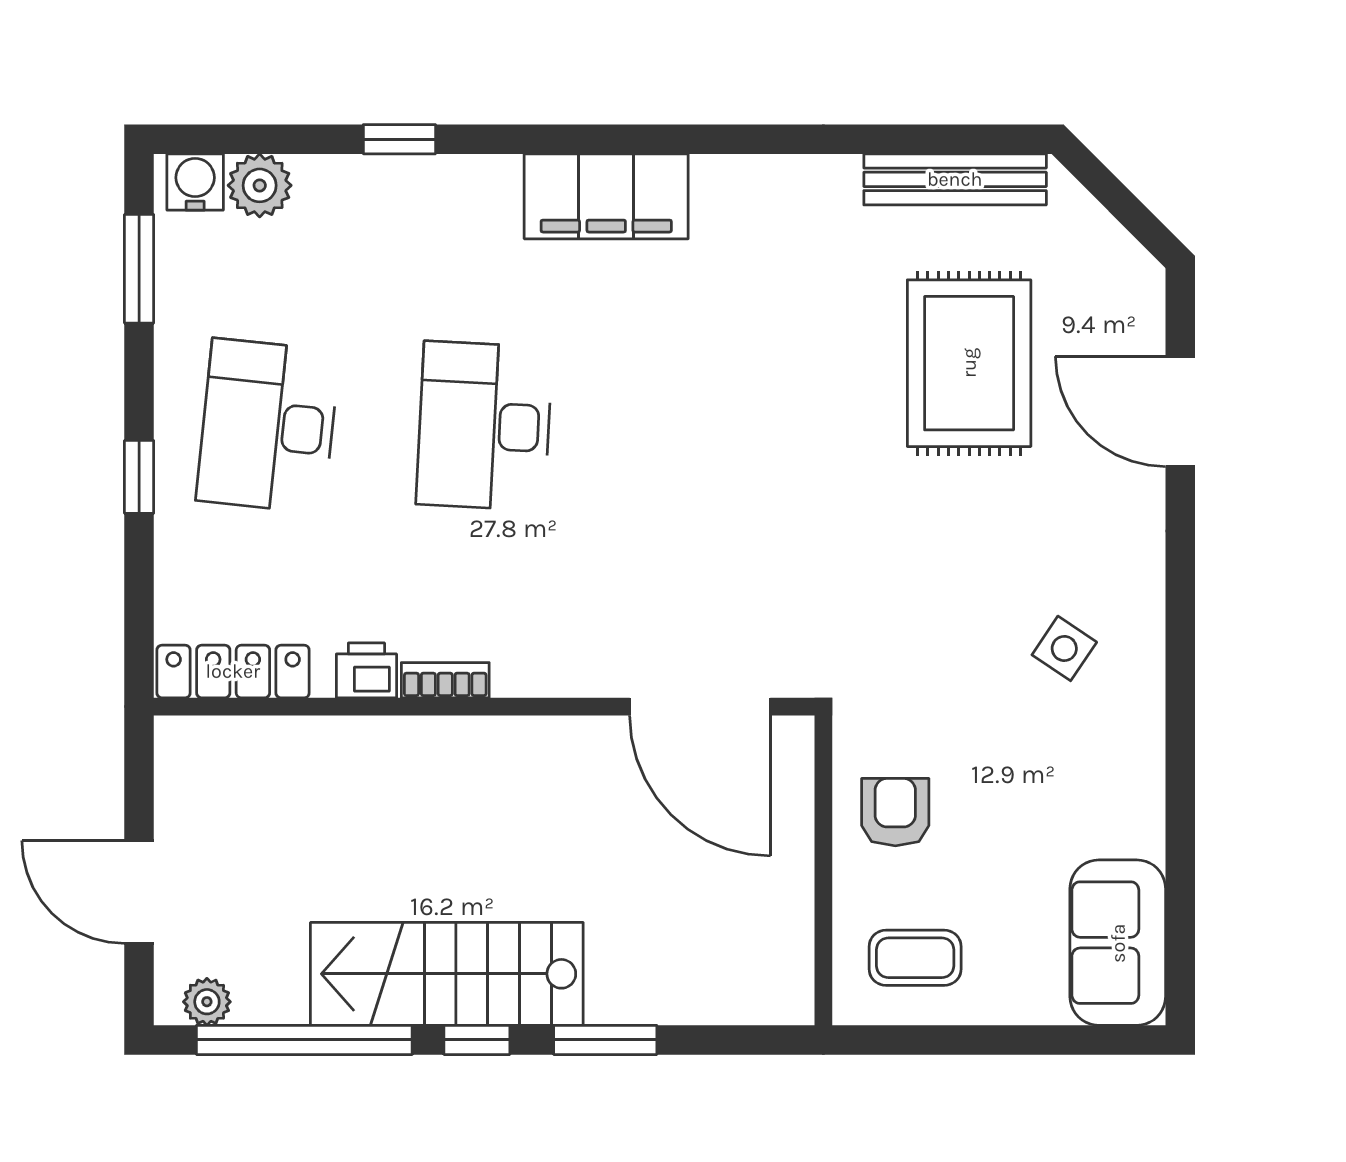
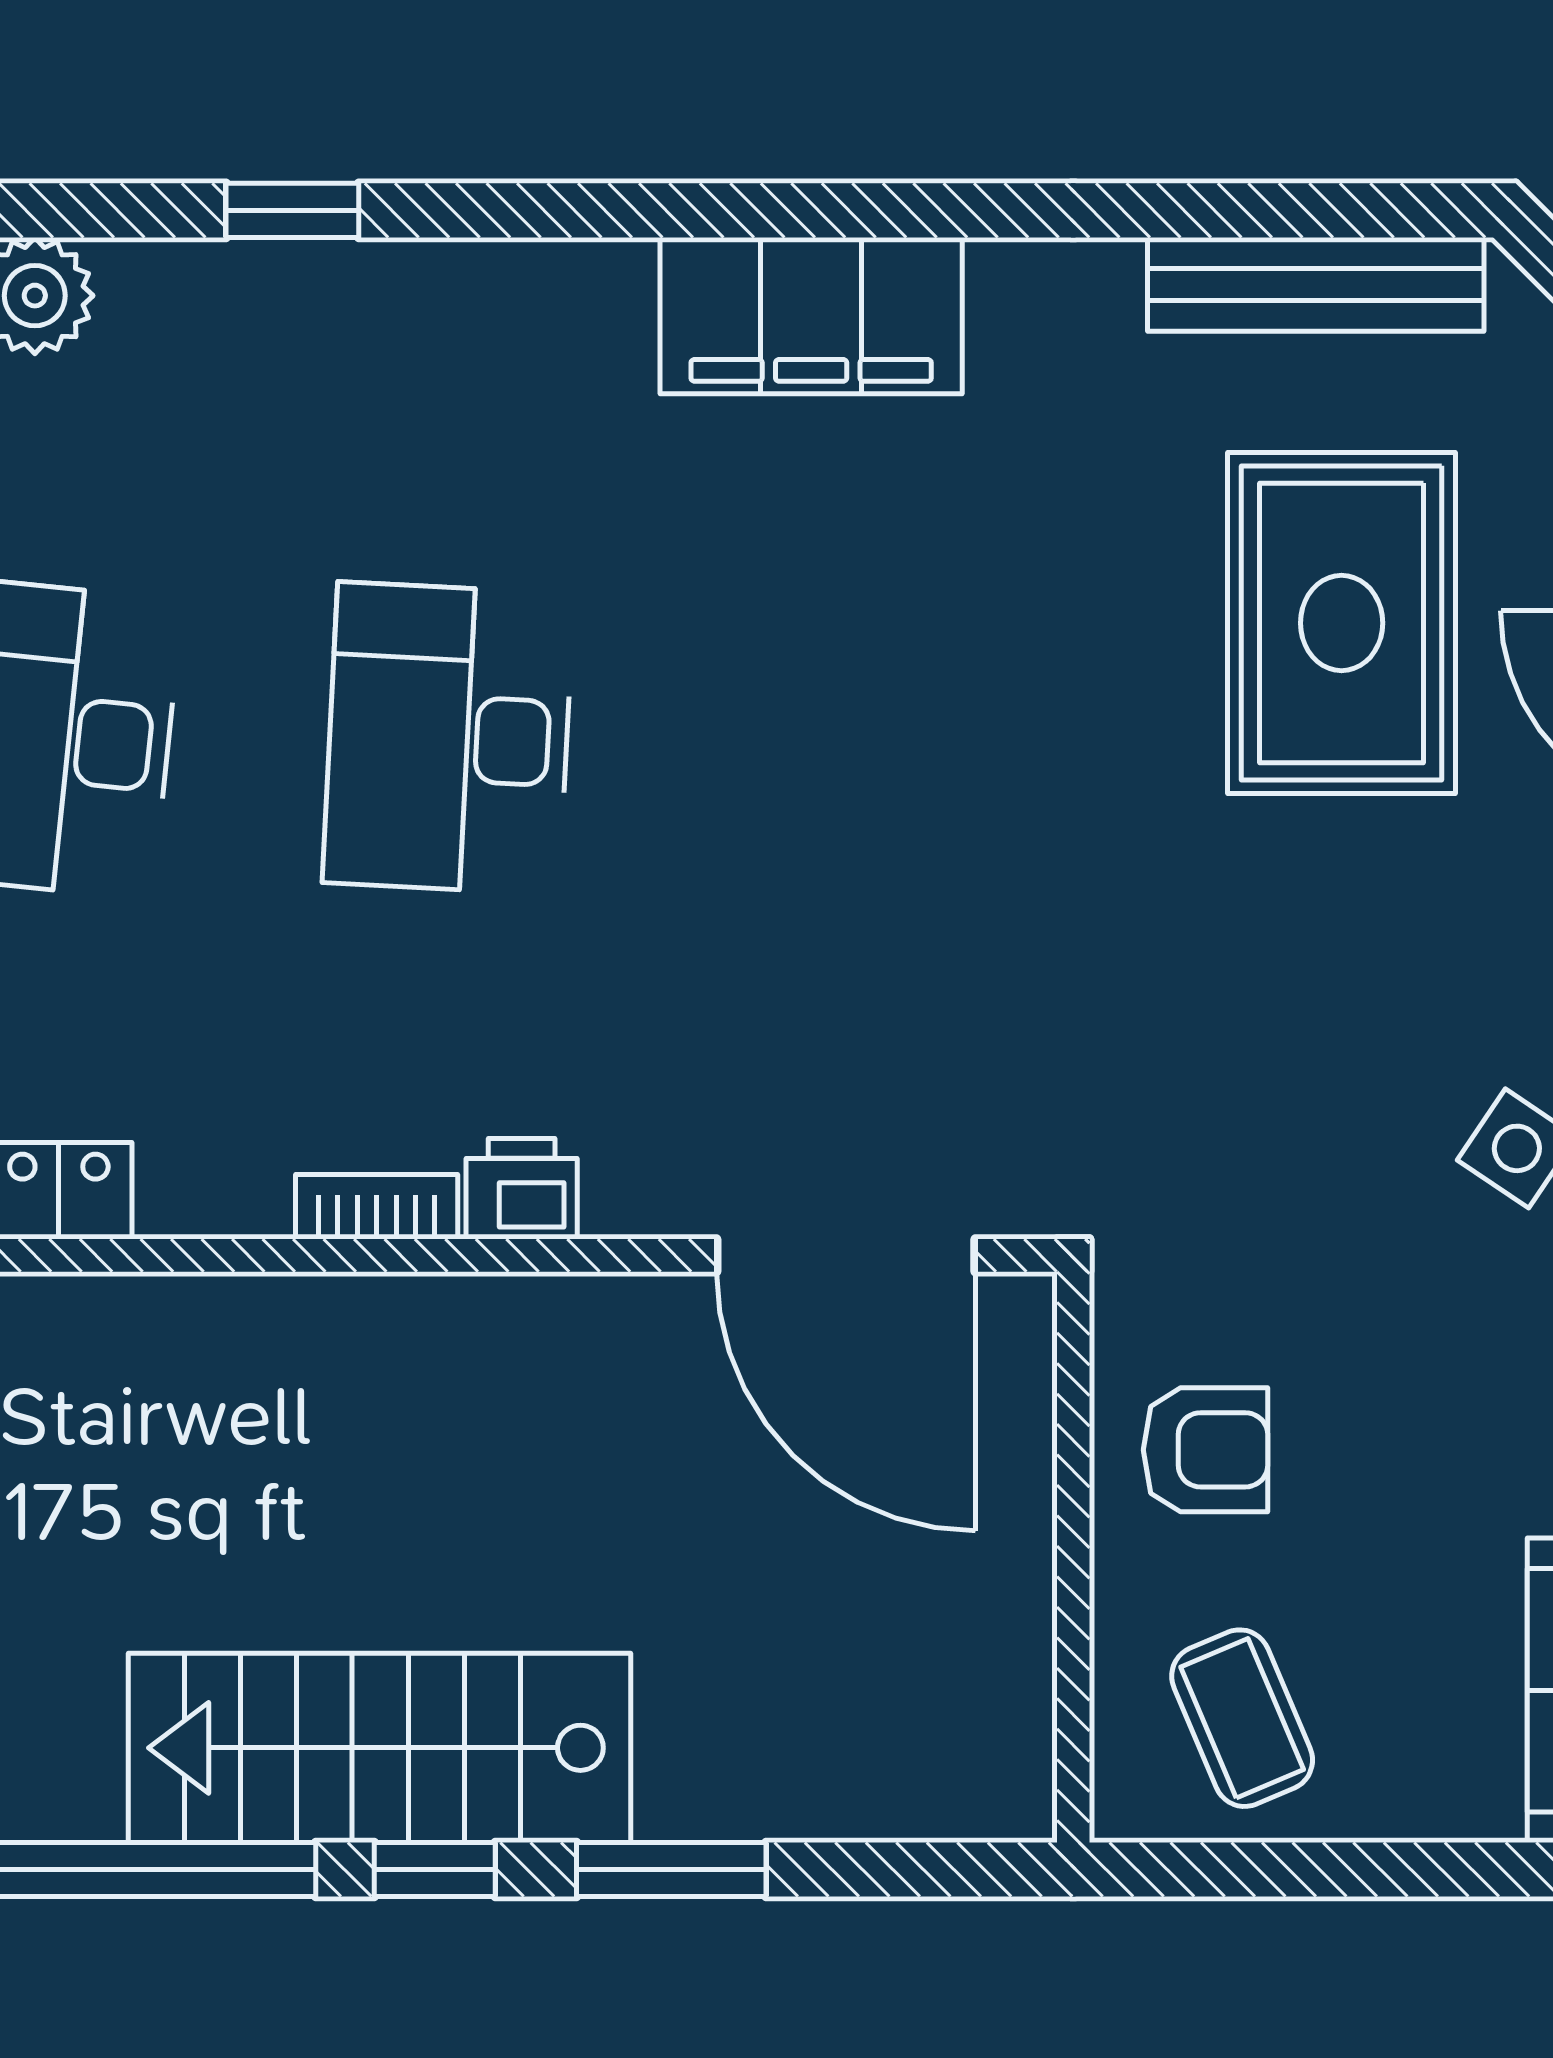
filing cabinet: (606, 196) -> (811, 316), moved
printer: (366, 670) -> (522, 1189), moved
armchair: (895, 812) -> (1206, 1450), turned 90
coffee table: (915, 958) -> (1242, 1718), turned 67

